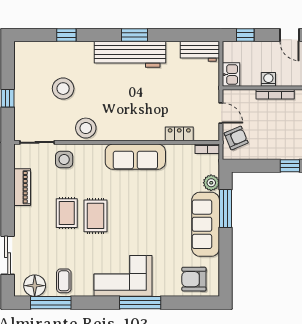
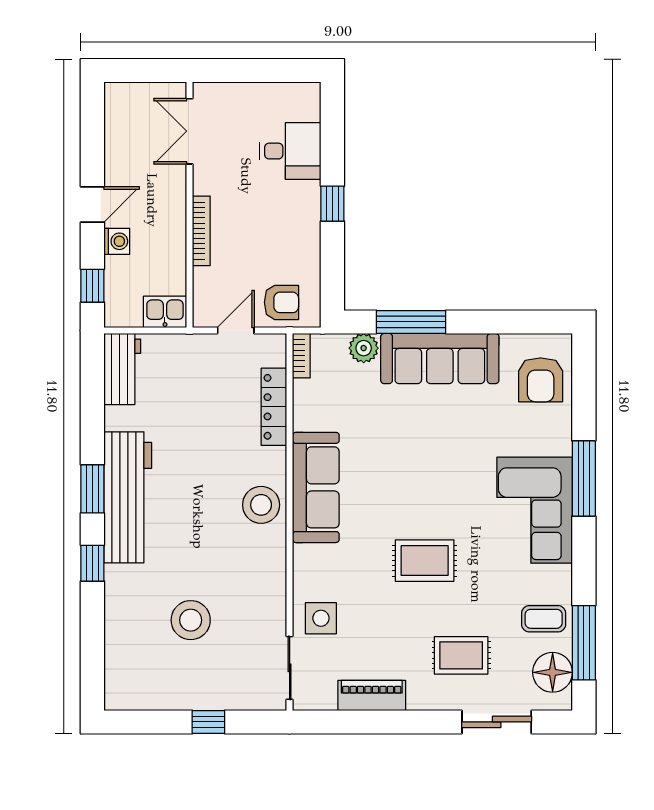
window: (66, 35) -> (92, 563), moved
washing machine: (268, 79) -> (117, 241), moved, turned 180
stool: (86, 128) -> (261, 505), moved
locker: (179, 134) -> (274, 407), width x1.53
armchair: (236, 138) -> (281, 302), turned 113
rug: (67, 213) -> (461, 655), moved

